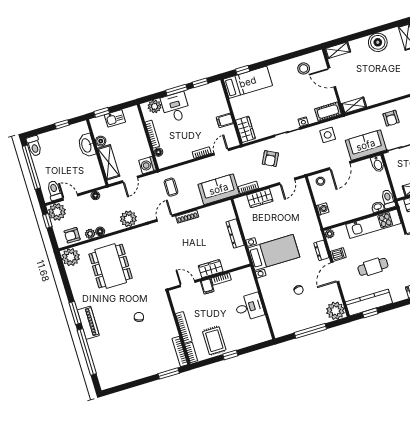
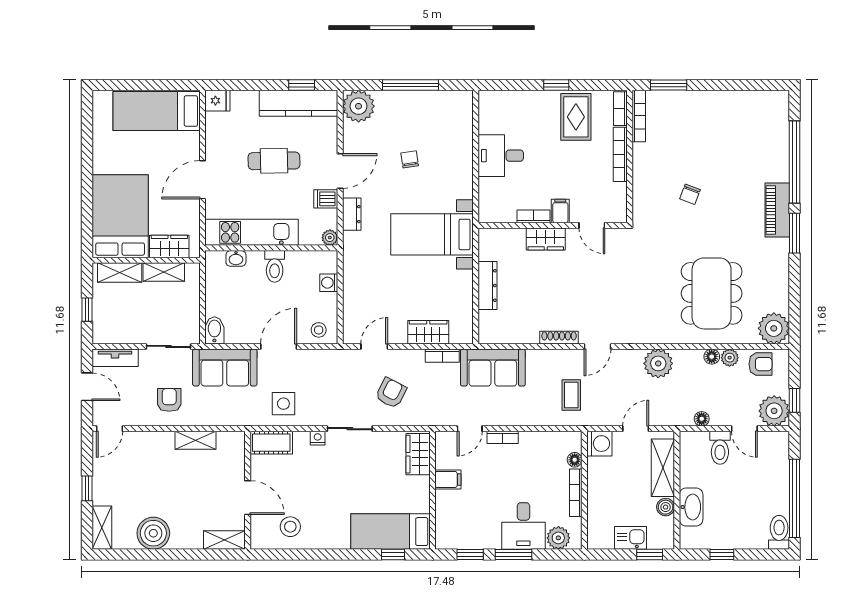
shelving: (354, 105) -> (196, 440), moved
toilet: (54, 191) -> (720, 448), moved
toilet: (388, 199) -> (275, 266), moved

